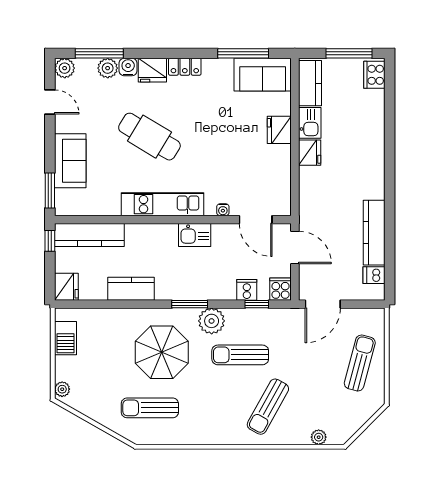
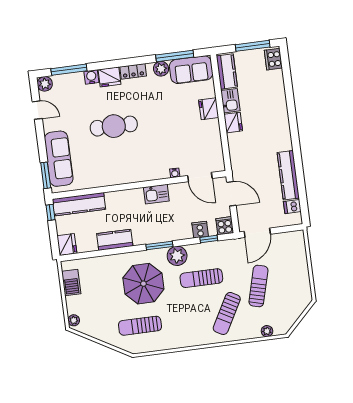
plant: (108, 68) -> (161, 69), moved
cafe table: (149, 137) -> (114, 126), turned -31
sofa: (70, 161) -> (59, 159), width x1.36
kitchen unit: (162, 204) -> (130, 175), removed
sun lounger: (360, 363) -> (258, 286), moved

